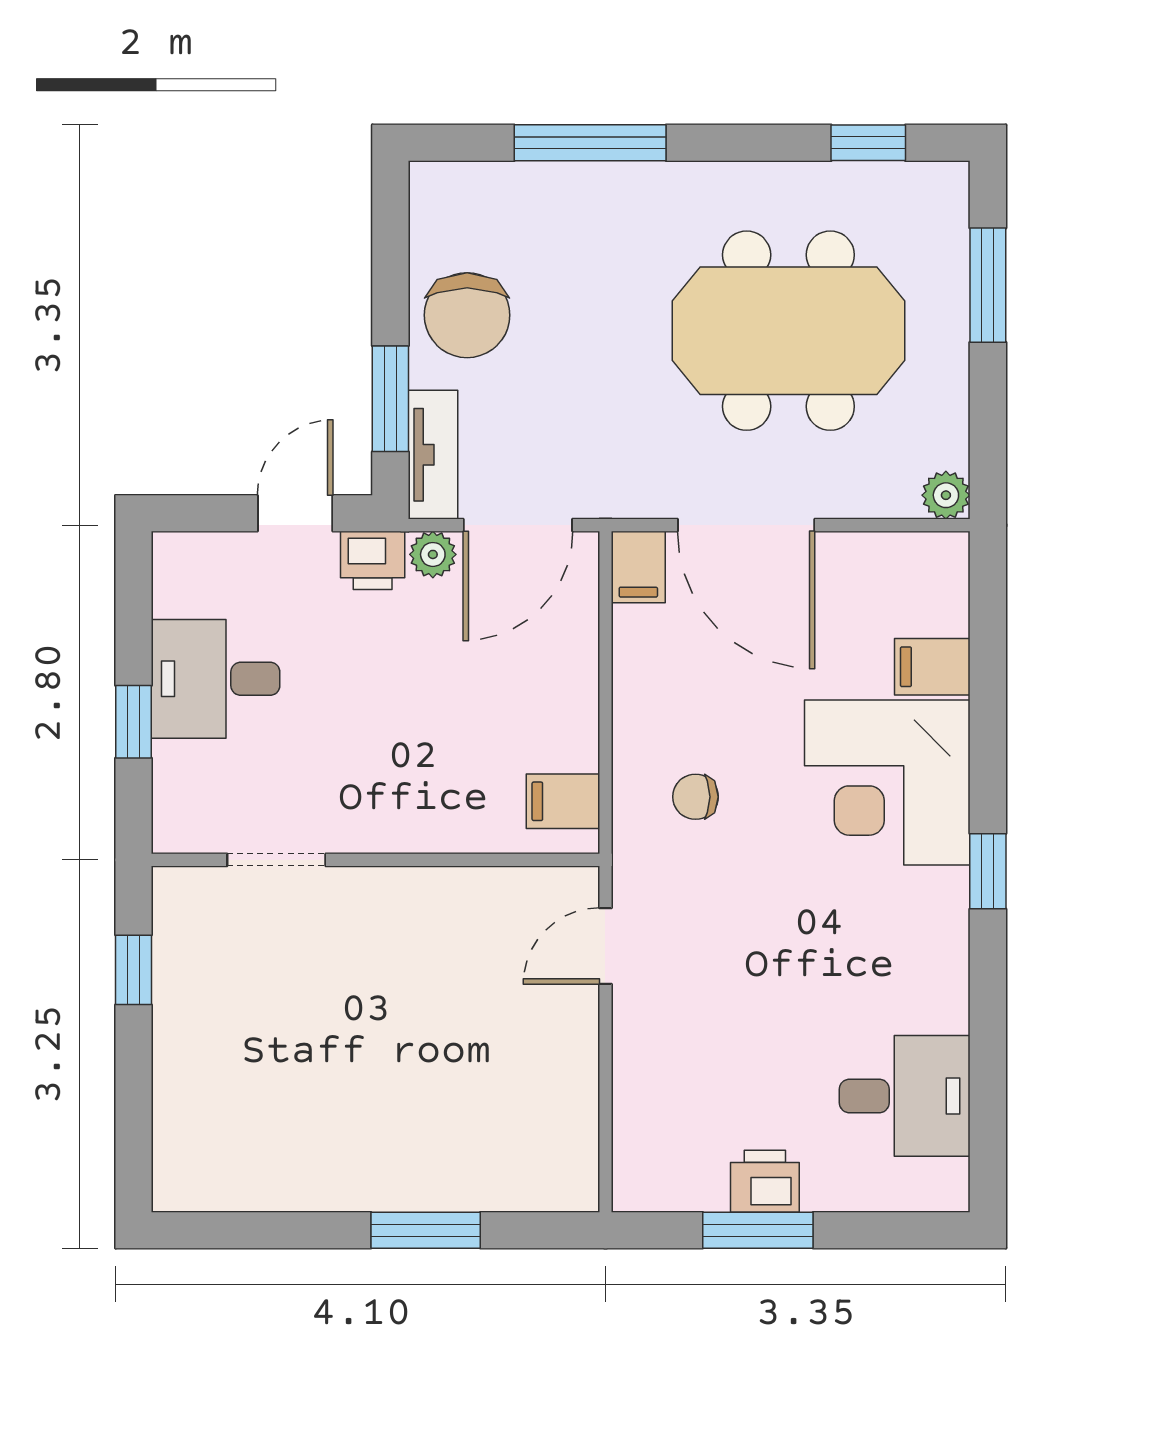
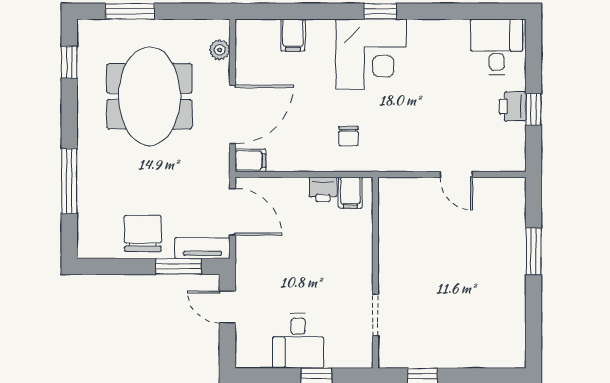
chair: (467, 315) -> (143, 234), turned -90
plant: (946, 495) -> (220, 50), moved
plant: (433, 554) -> (245, 248), removed
printer: (373, 560) -> (323, 190), moved, turned 90
corner desk: (887, 782) -> (371, 54), moved
door: (605, 946) -> (456, 174), moved
desk: (905, 1096) -> (497, 47), moved
window: (758, 1230) -> (534, 109), width x0.67

